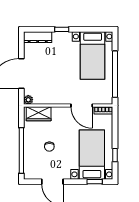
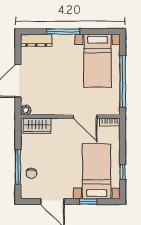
window: (62, 29) -> (63, 32), width x2.17
chair: (49, 147) -> (31, 173), moved
window: (21, 150) -> (18, 167), width x0.68
window: (95, 182) -> (88, 202), moved

